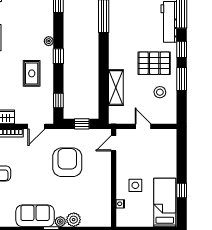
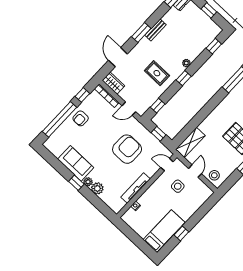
rug: (32, 73) -> (157, 73), turned 90
shelving: (116, 88) -> (190, 142), moved
stool: (160, 92) -> (214, 175), moved
side table: (135, 185) -> (178, 186), moved
tv unit: (106, 189) -> (136, 188), added

